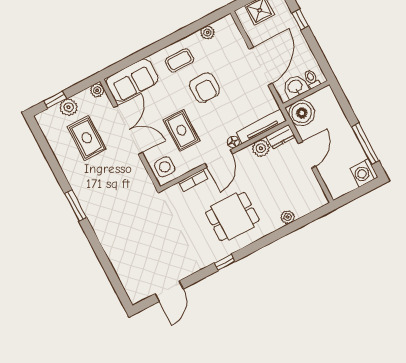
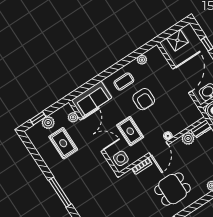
plant: (97, 90) -> (73, 117), moved
tv unit: (261, 127) -> (187, 123), removed
window: (75, 206) -> (60, 192), width x1.44

